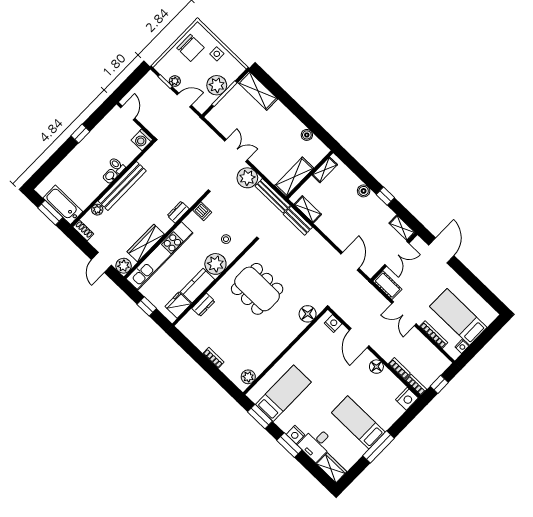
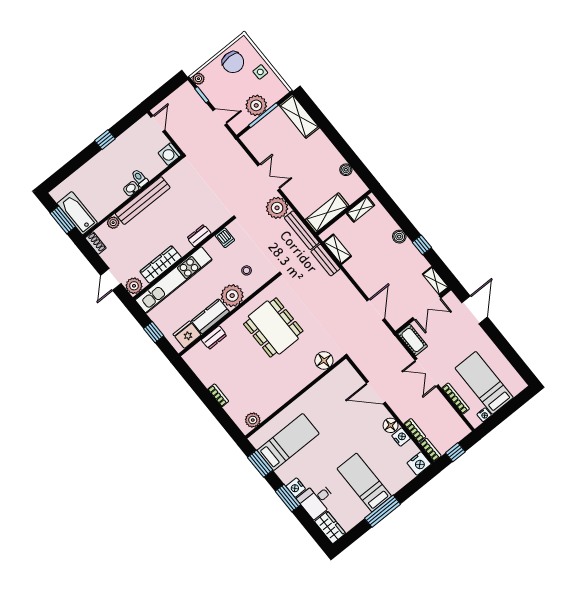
plant: (175, 81) -> (198, 79), moved
nightstand: (333, 323) -> (401, 437), moved
door: (359, 338) -> (376, 393), hinge flipped

